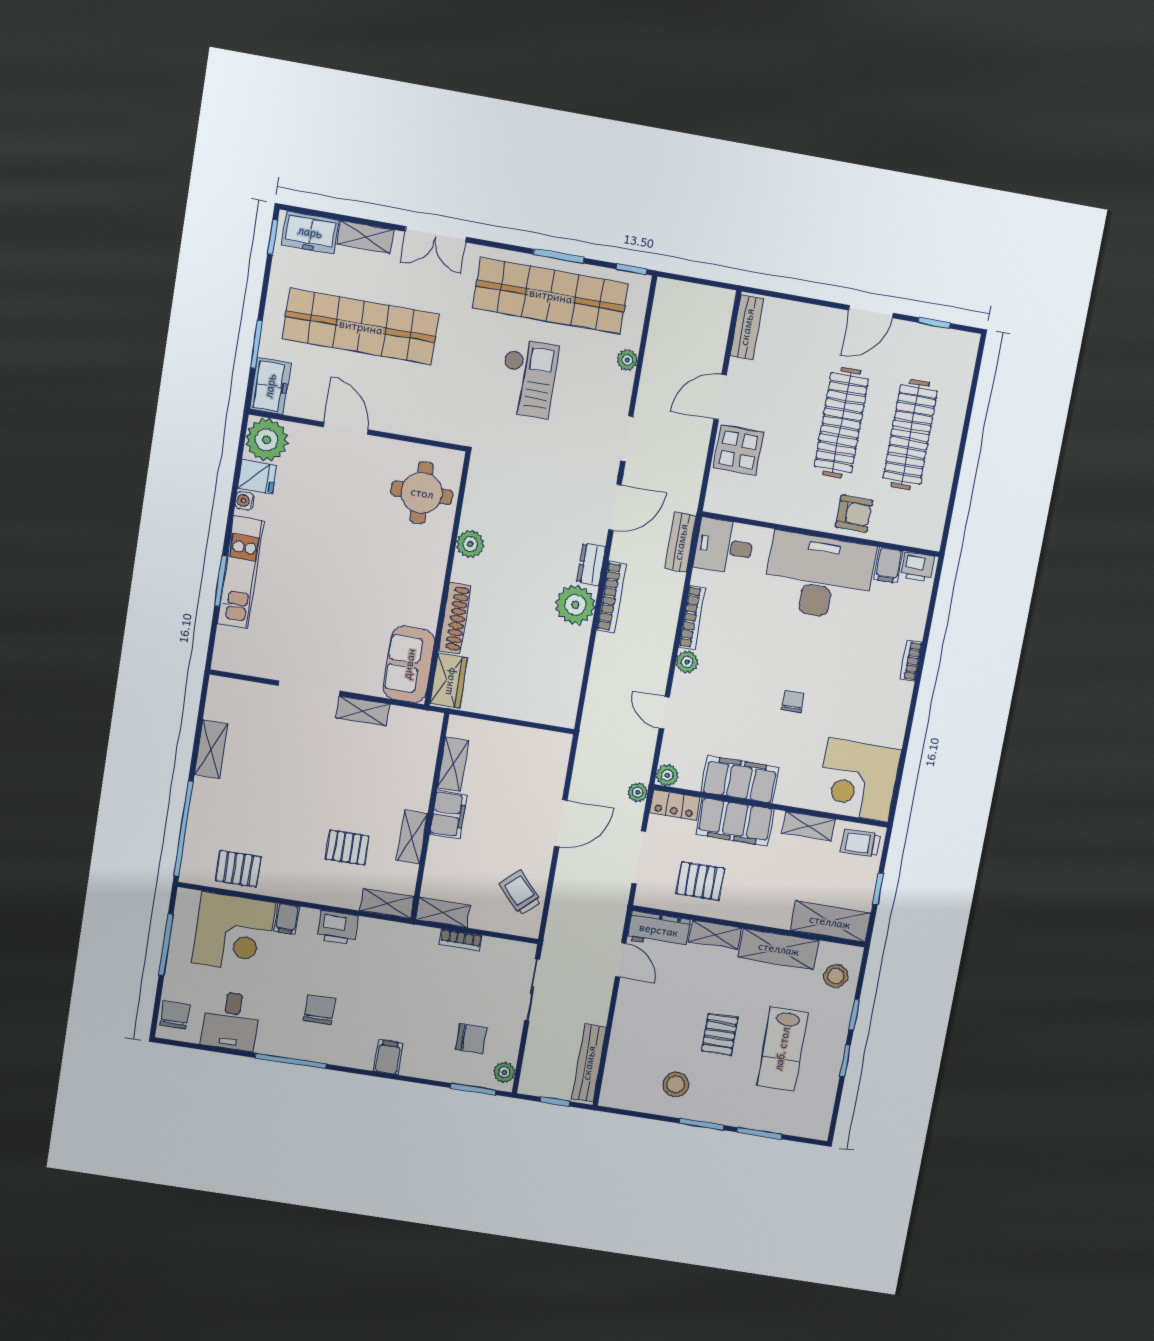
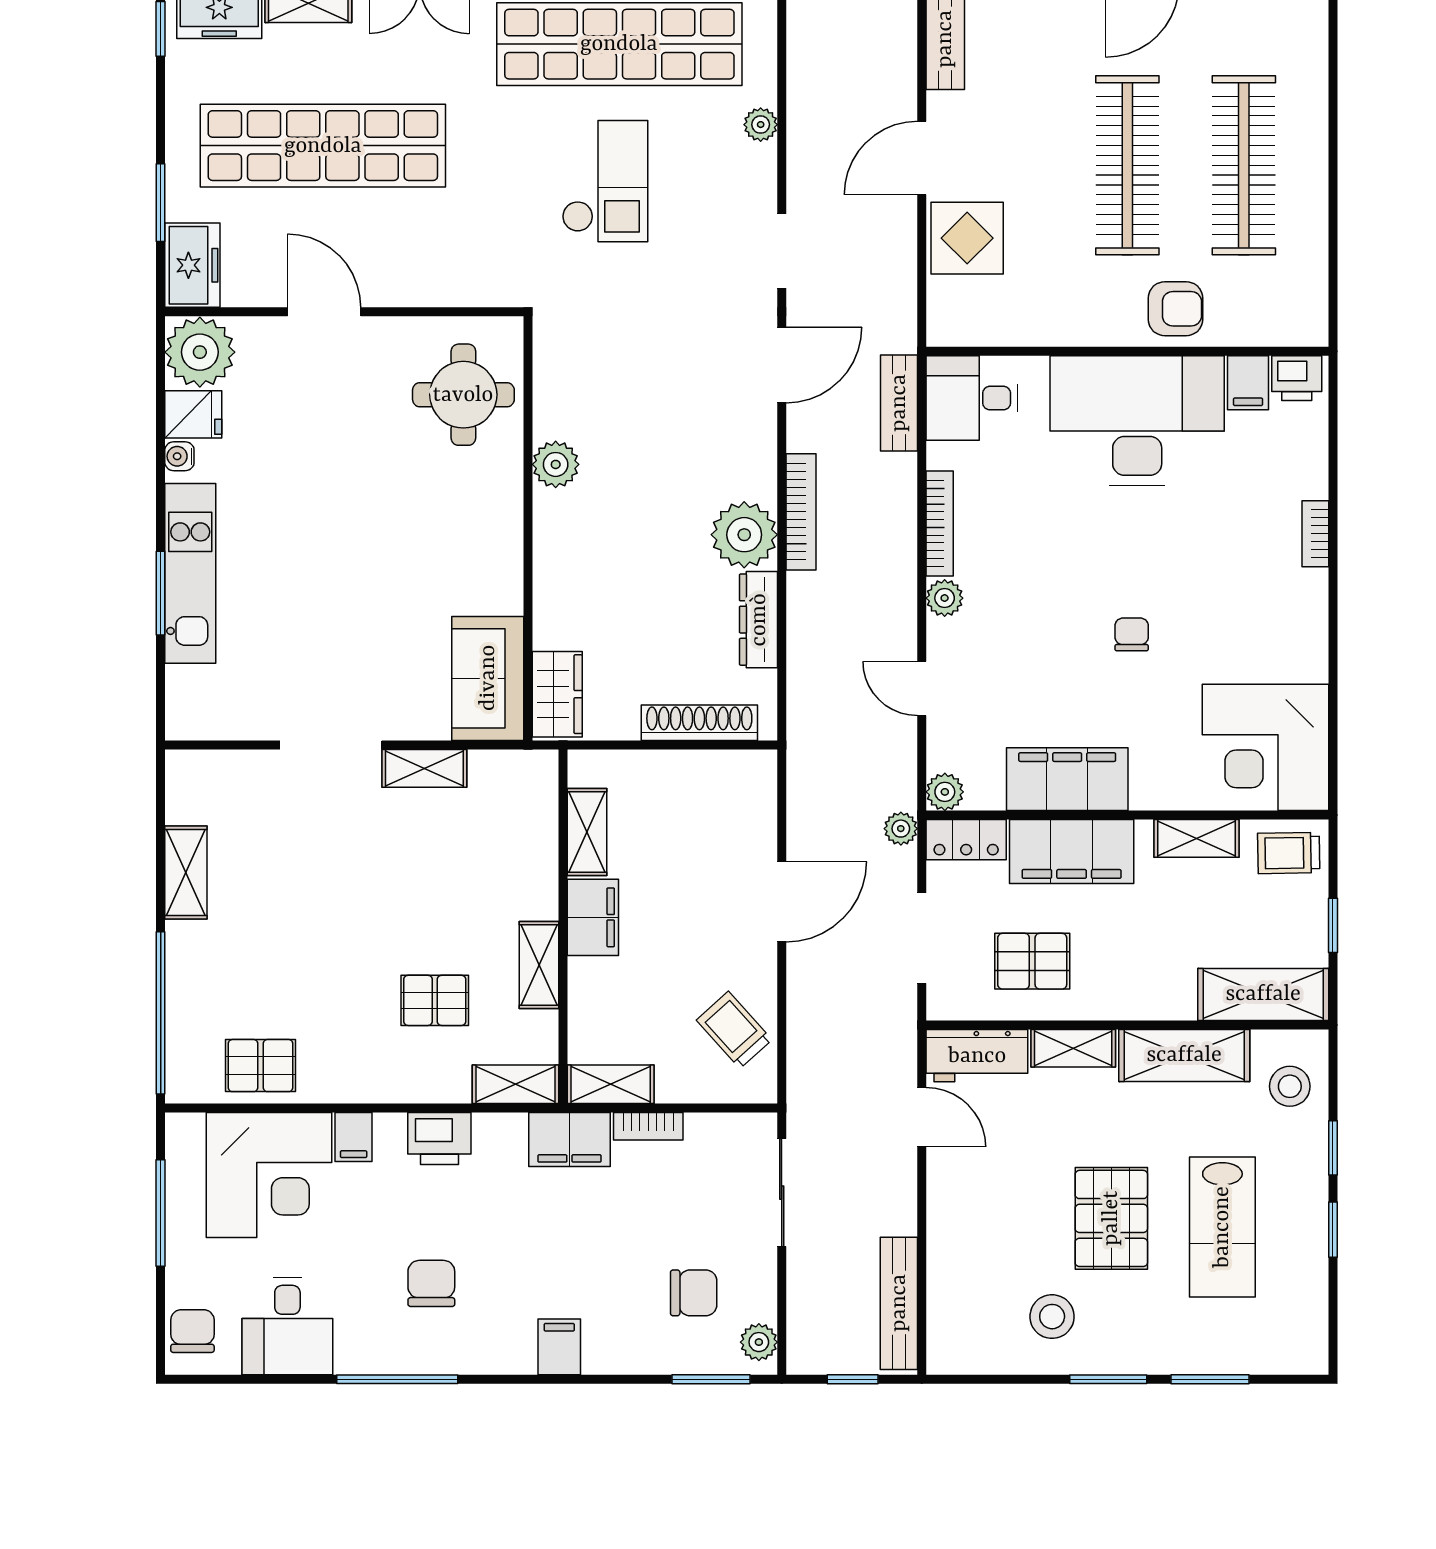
dresser: (591, 564) -> (759, 620), moved, width x1.44
shoe rack: (455, 618) -> (699, 723), moved, turned -90
filing cabinet: (413, 940) -> (569, 1140), added
pallet: (720, 1034) -> (1111, 1218), width x1.50, depth x1.42

